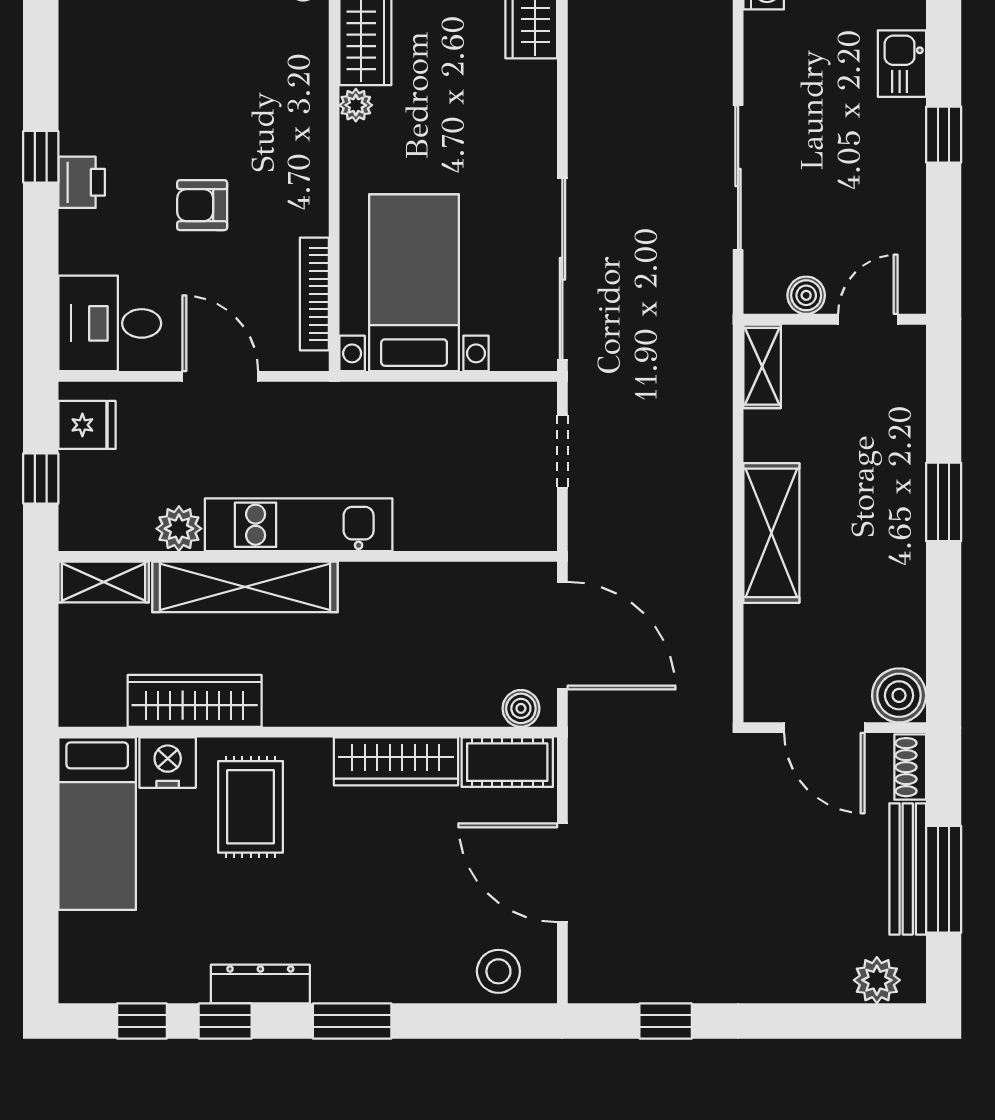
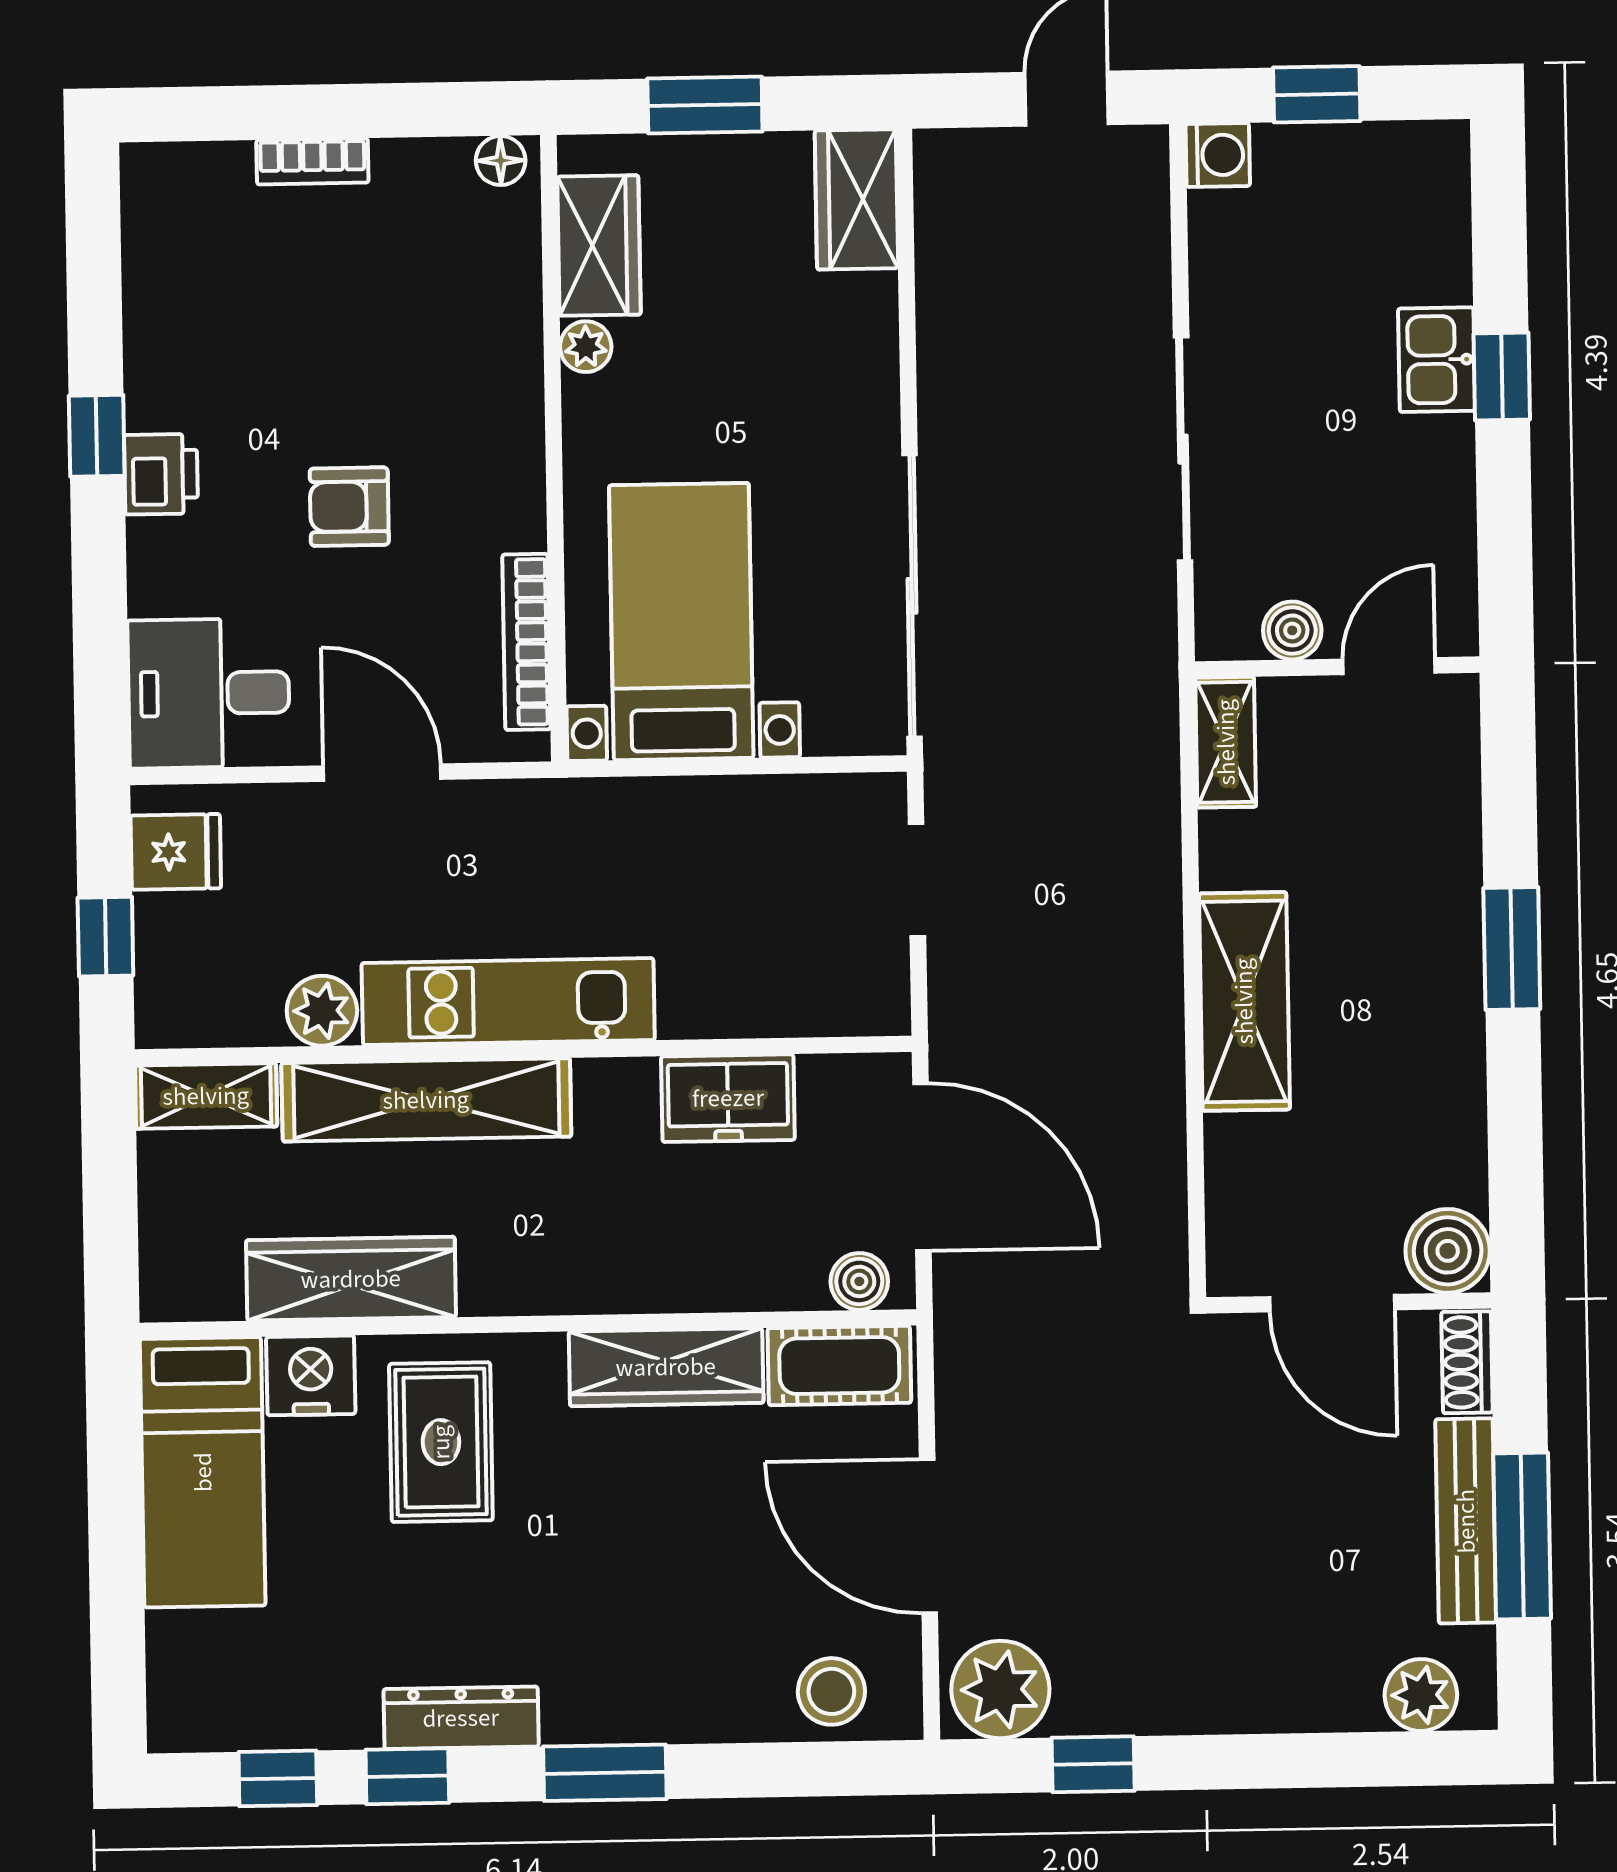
kitchen sink: (902, 64) -> (1437, 360), moved
freezer: (439, 589) -> (728, 1098), added
plant: (607, 972) -> (1000, 1690), added

